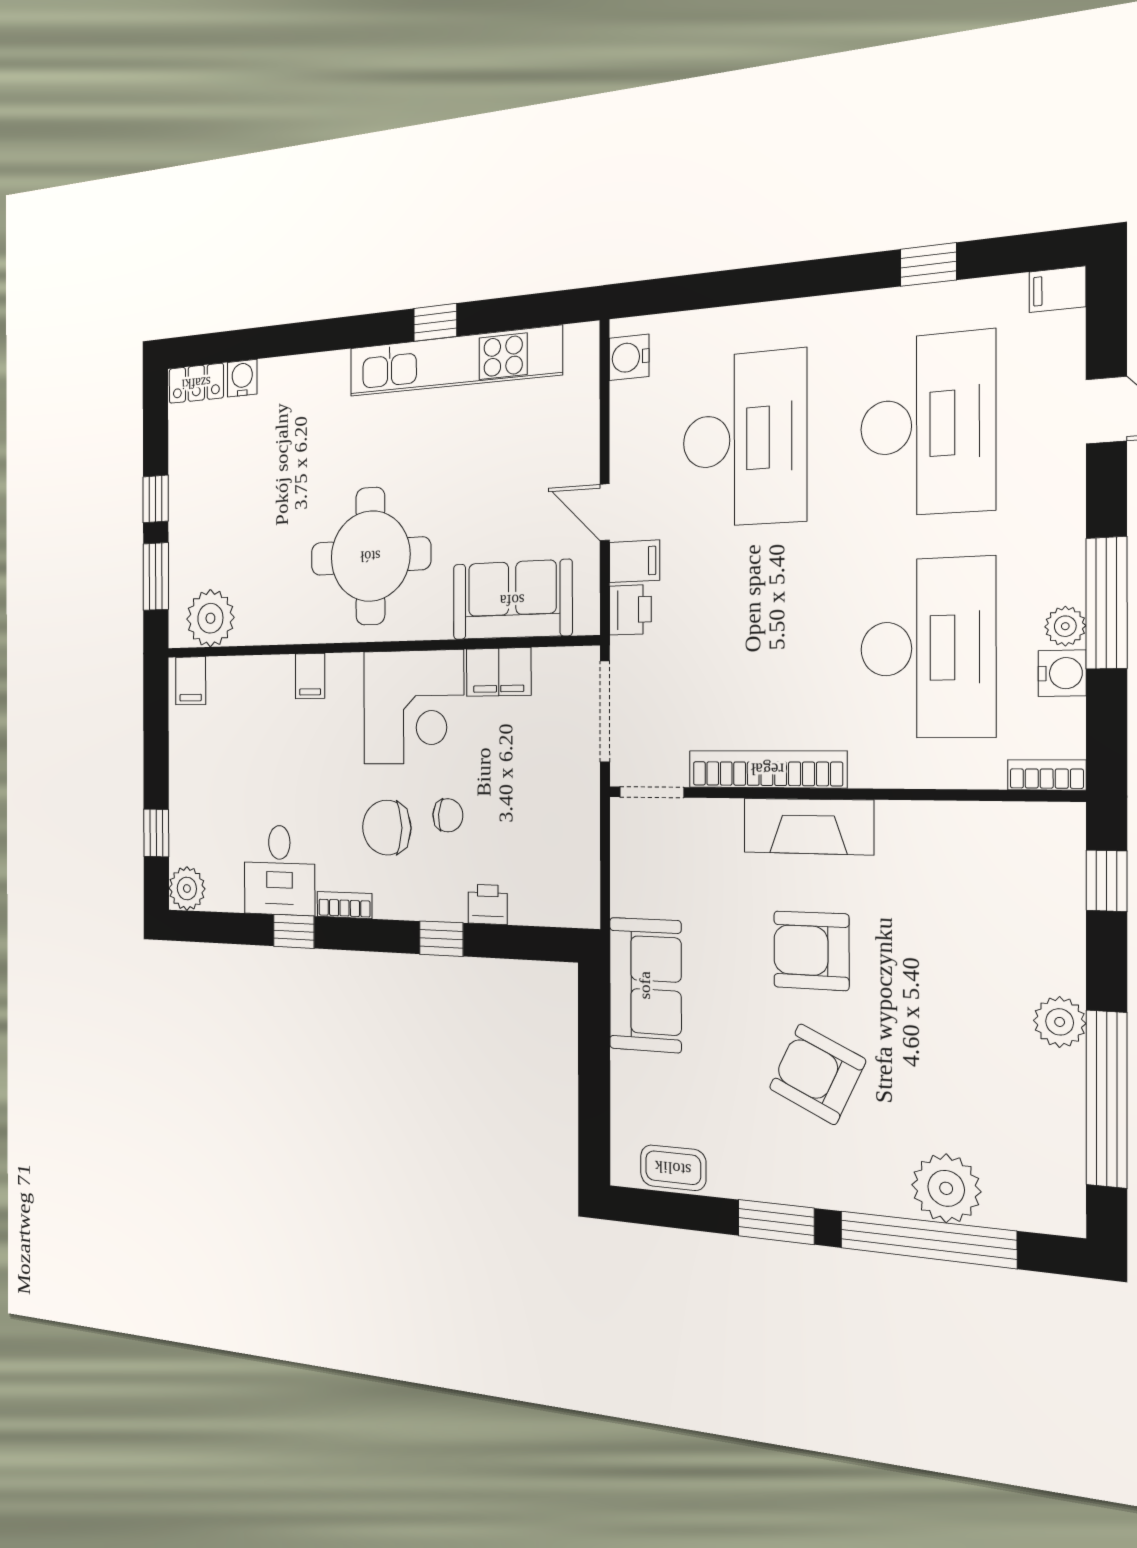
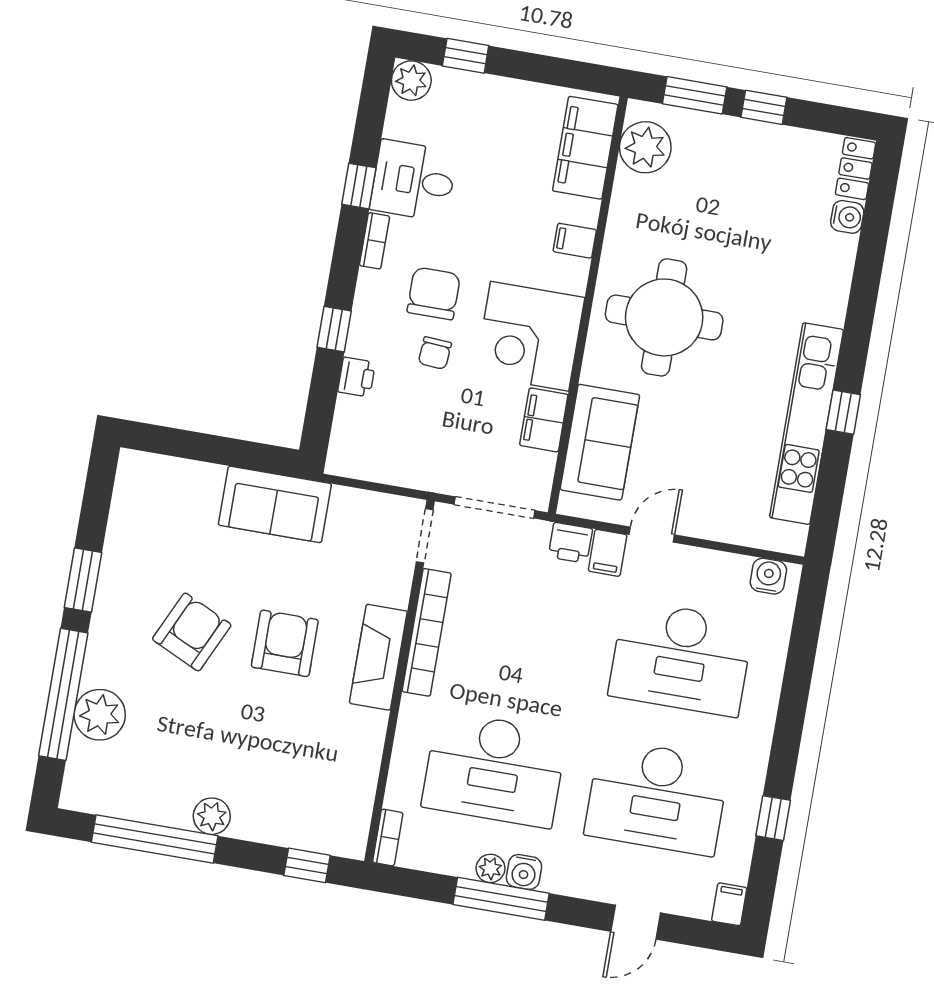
water cooler: (1062, 673) -> (524, 872), moved
filing cabinet: (191, 681) -> (585, 148), width x3.00, depth x1.17
coffee table: (673, 1168) -> (130, 503), removed

